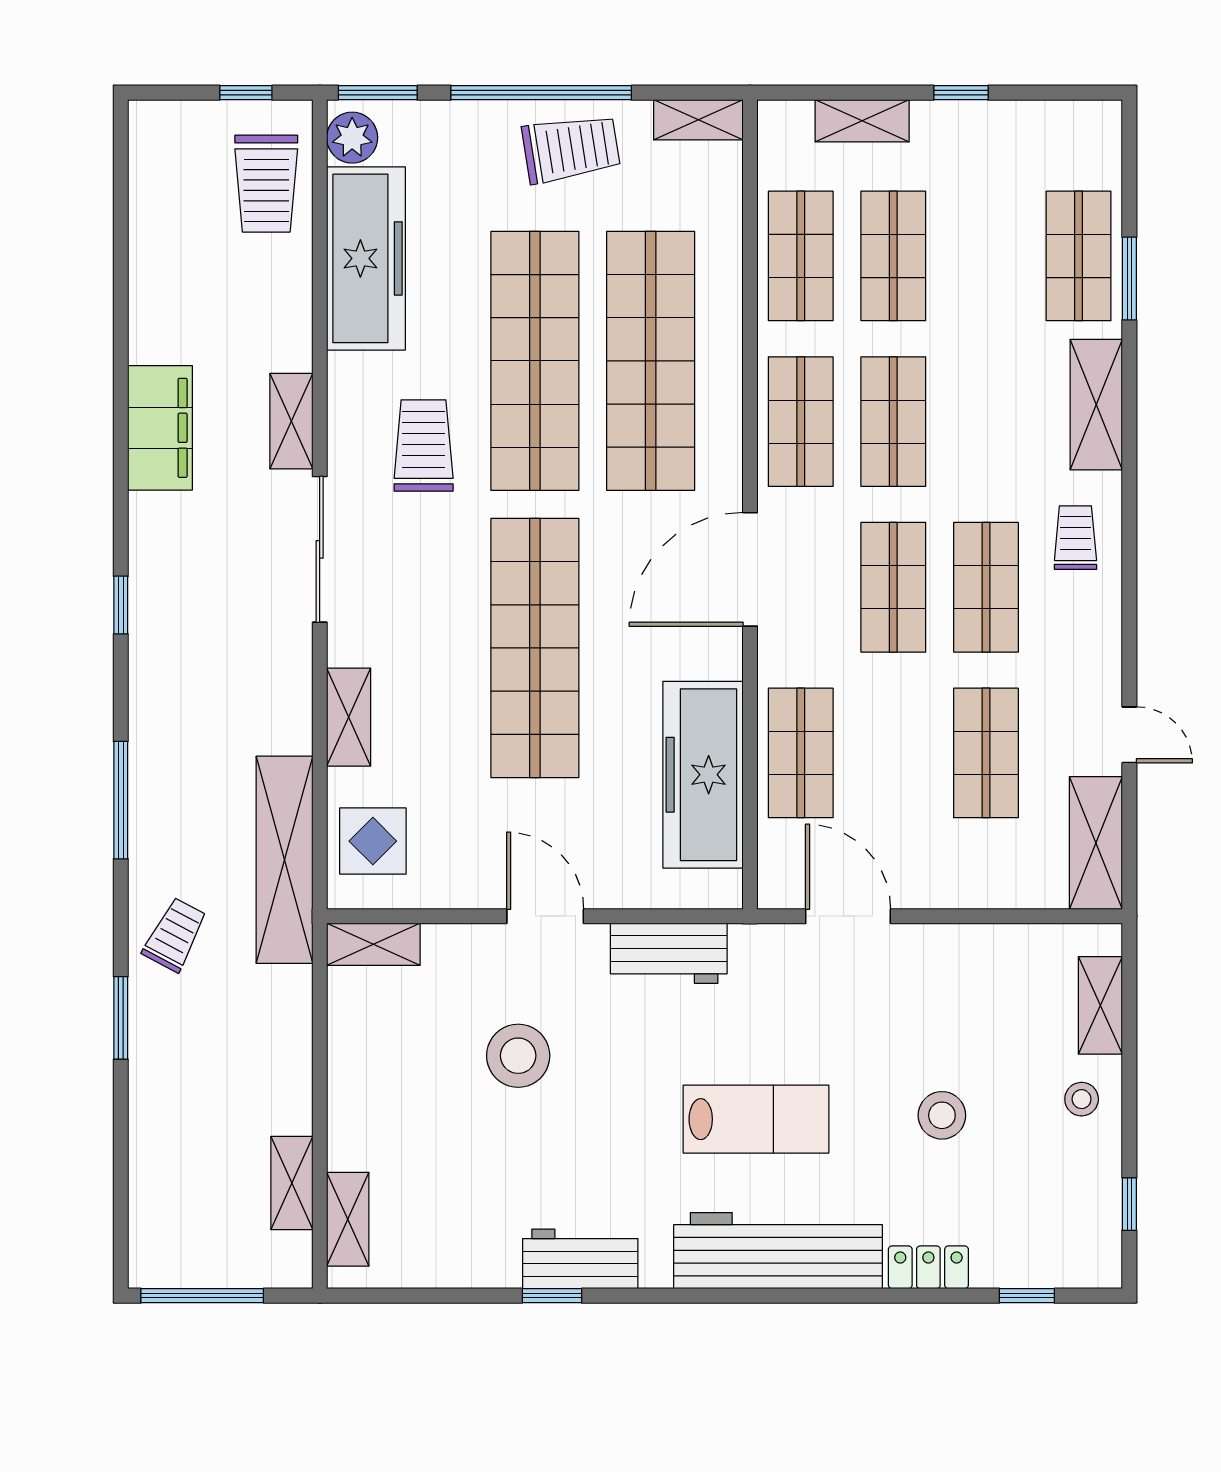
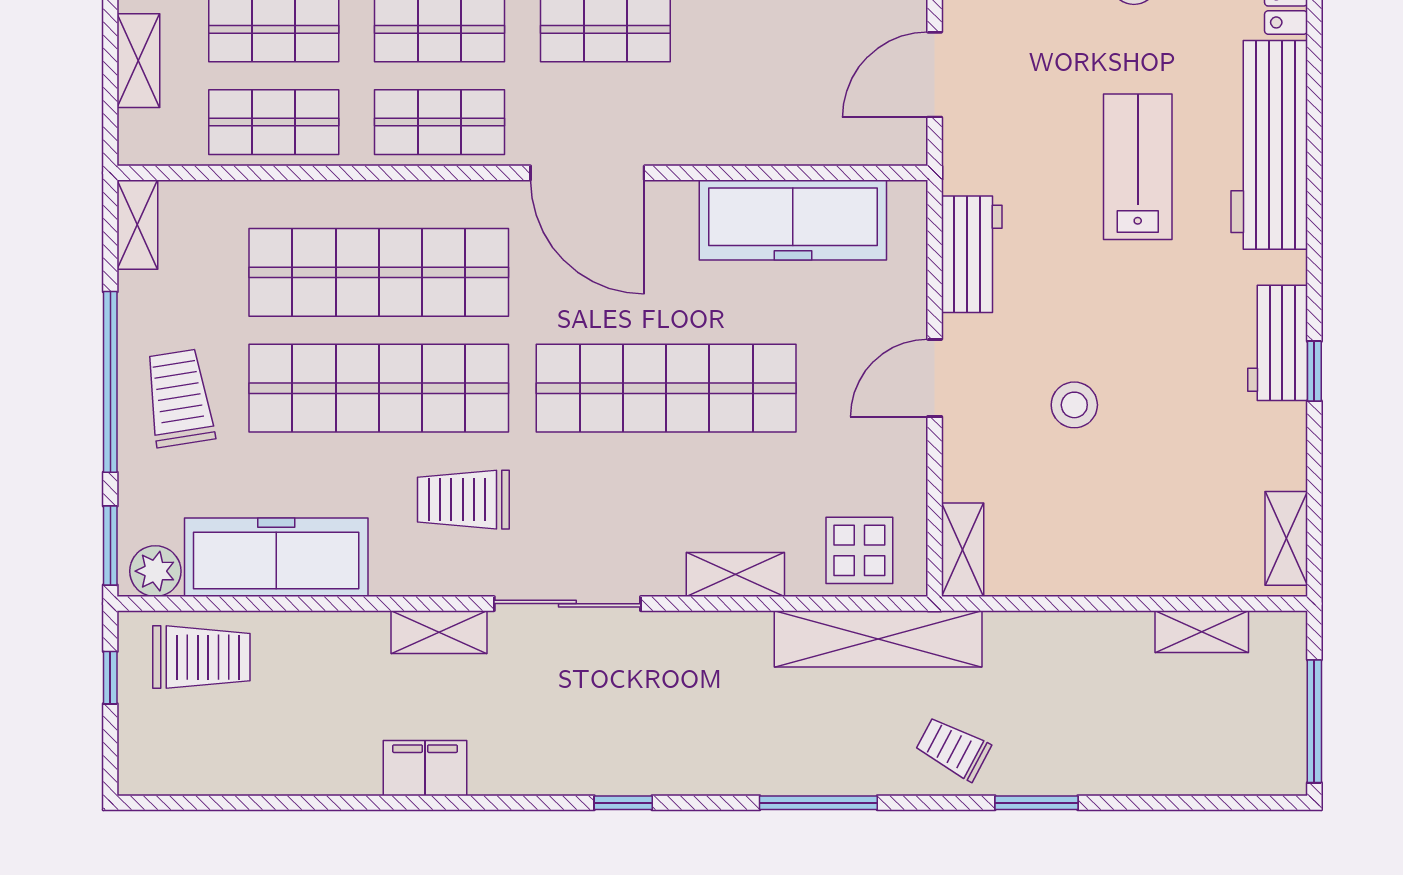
trolley: (571, 149) -> (179, 398), moved
filing cabinet: (160, 428) -> (425, 768), width x0.67, depth x0.86
shop shelf: (801, 753) -> (771, 122), removed
stool: (518, 1056) -> (1074, 405), width x0.73, depth x0.73
shelving: (348, 1219) -> (1286, 538), moved, turned 90

